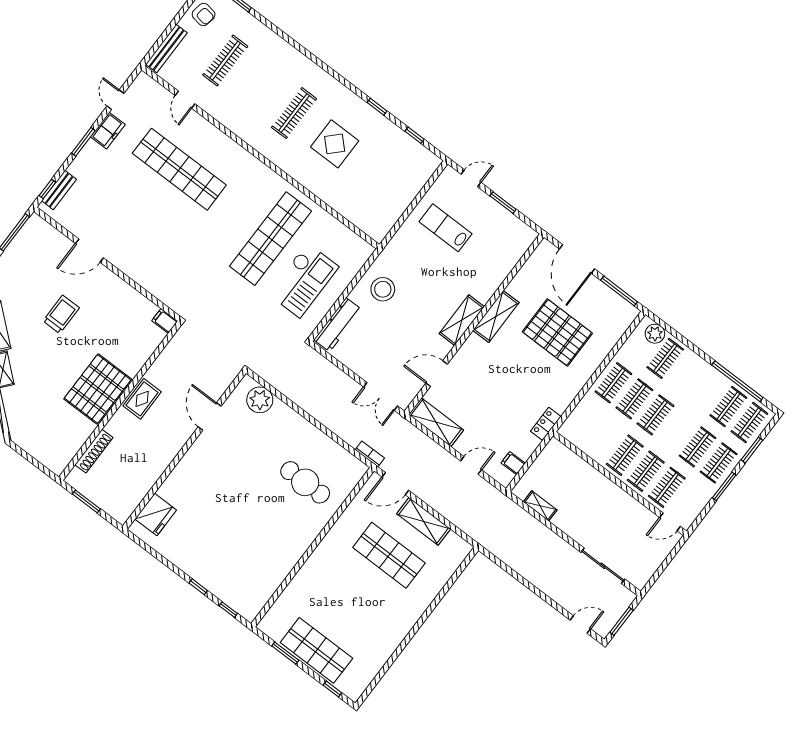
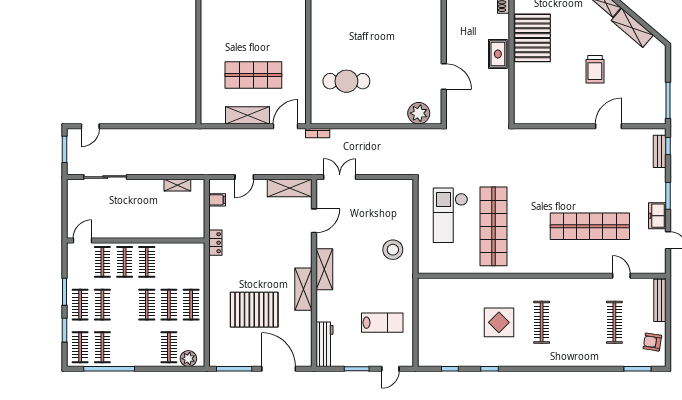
filing cabinet: (165, 321) -> (522, 118), removed
workbench: (338, 325) -> (325, 344), moved, turned 180

